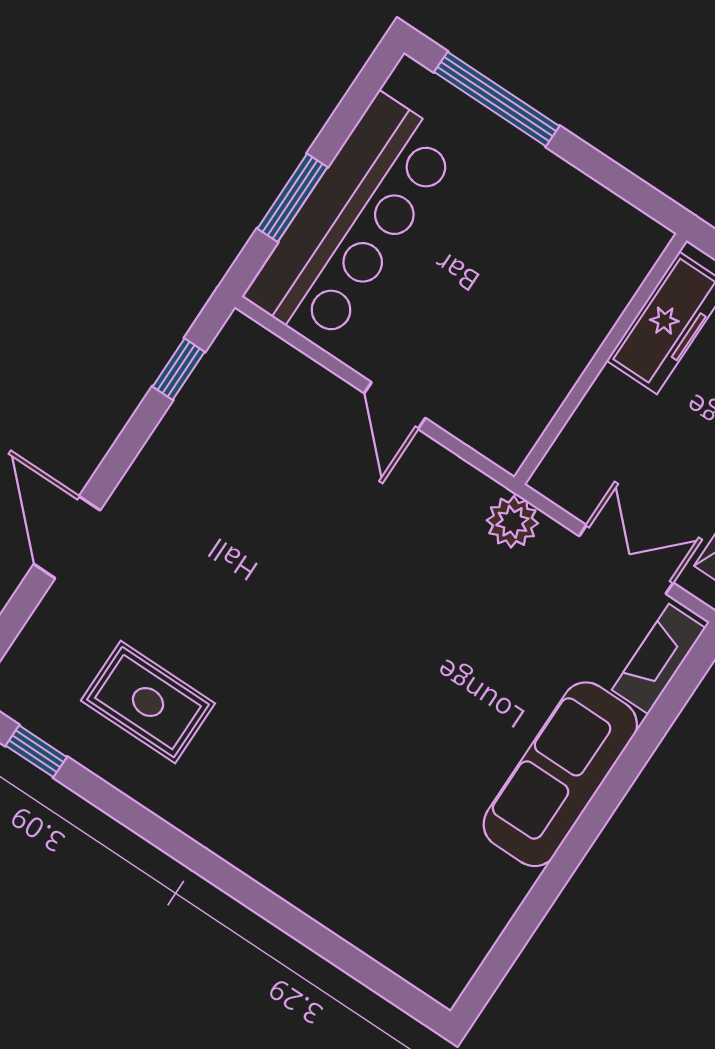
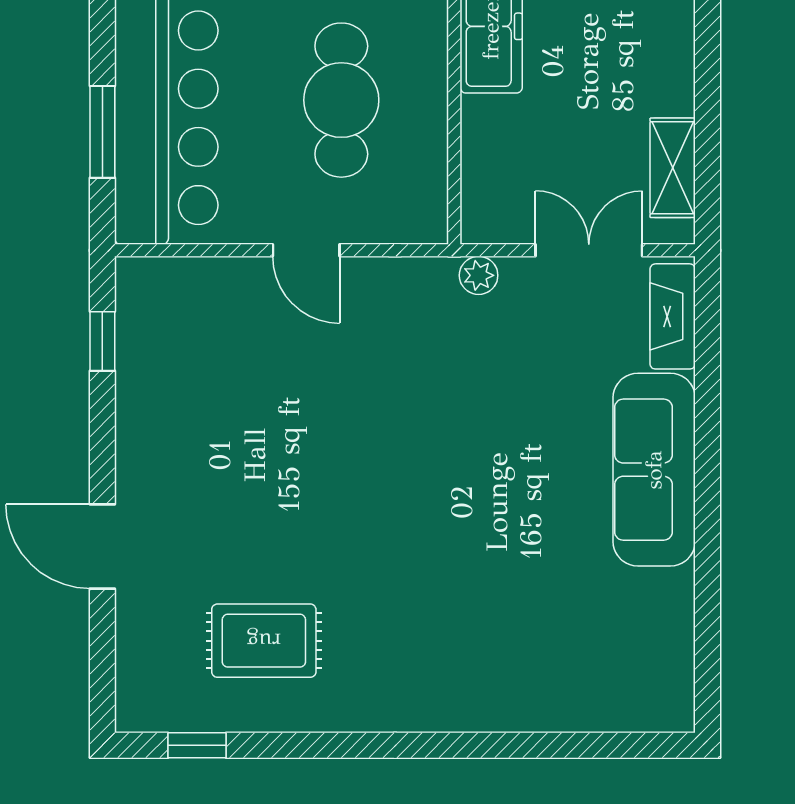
cafe table: (505, 302) -> (341, 100), added
plant: (512, 522) -> (479, 275), width x0.73, depth x0.73

